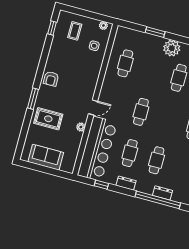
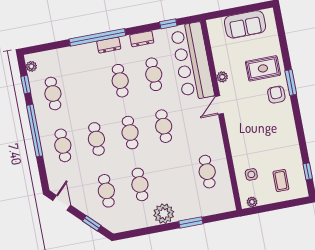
armchair: (51, 79) -> (276, 95), moved
cafe table: (168, 119) -> (130, 133), added
dresser: (163, 193) -> (109, 45), moved

